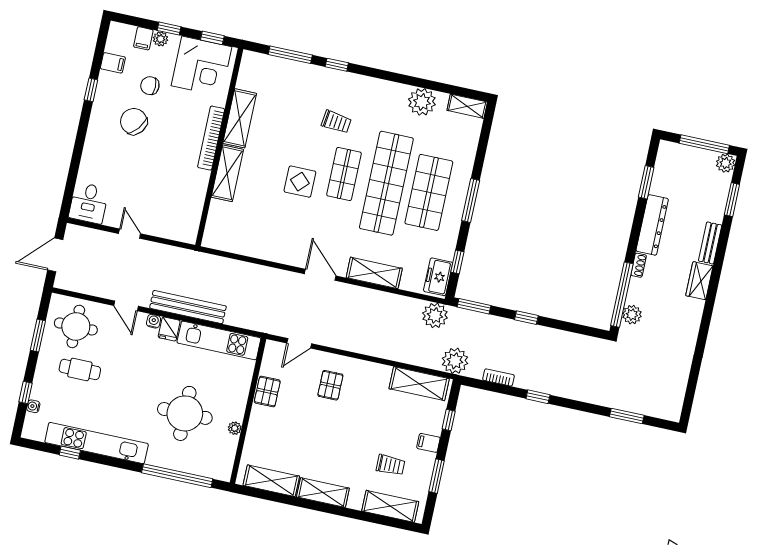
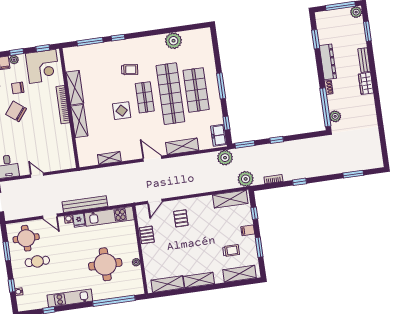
shelving: (467, 106) -> (109, 158), moved
kitchen unit: (97, 443) -> (70, 298), width x0.73

